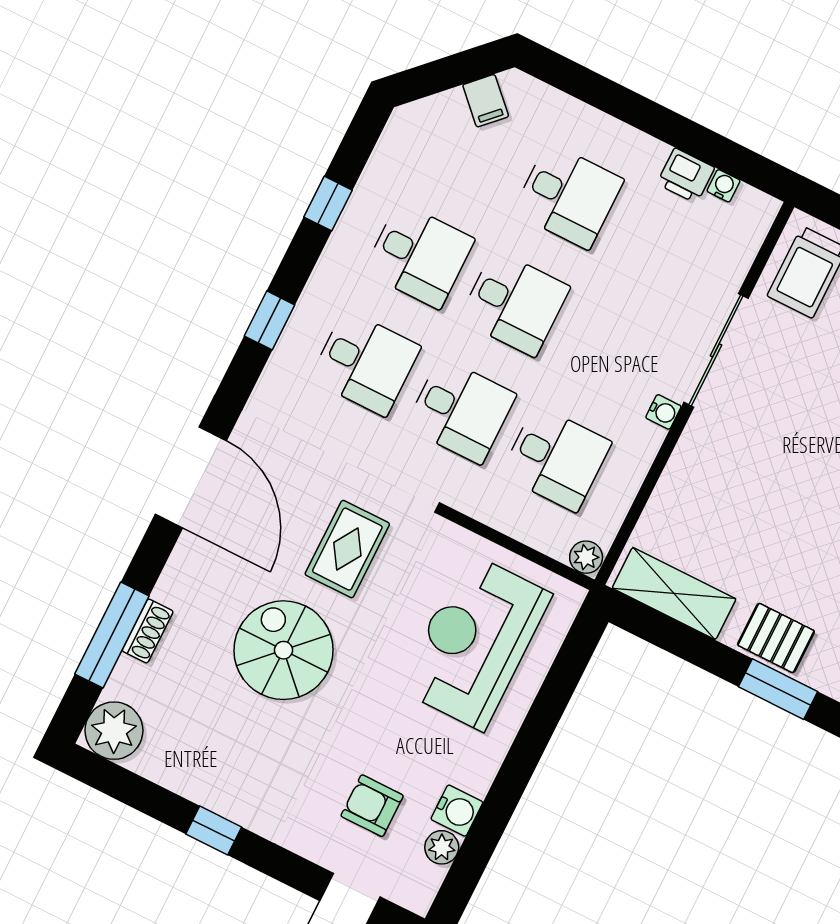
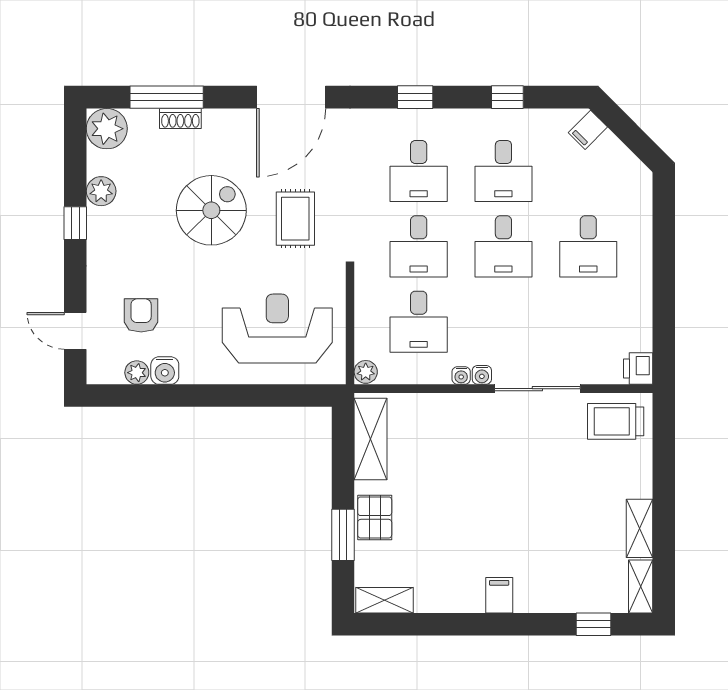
filing cabinet: (486, 101) -> (588, 130), moved
printer: (686, 176) -> (638, 368), moved
water cooler: (724, 186) -> (461, 375), moved, turned 90
rug: (347, 549) -> (295, 219), turned 90
plant: (190, 778) -> (101, 191), added

